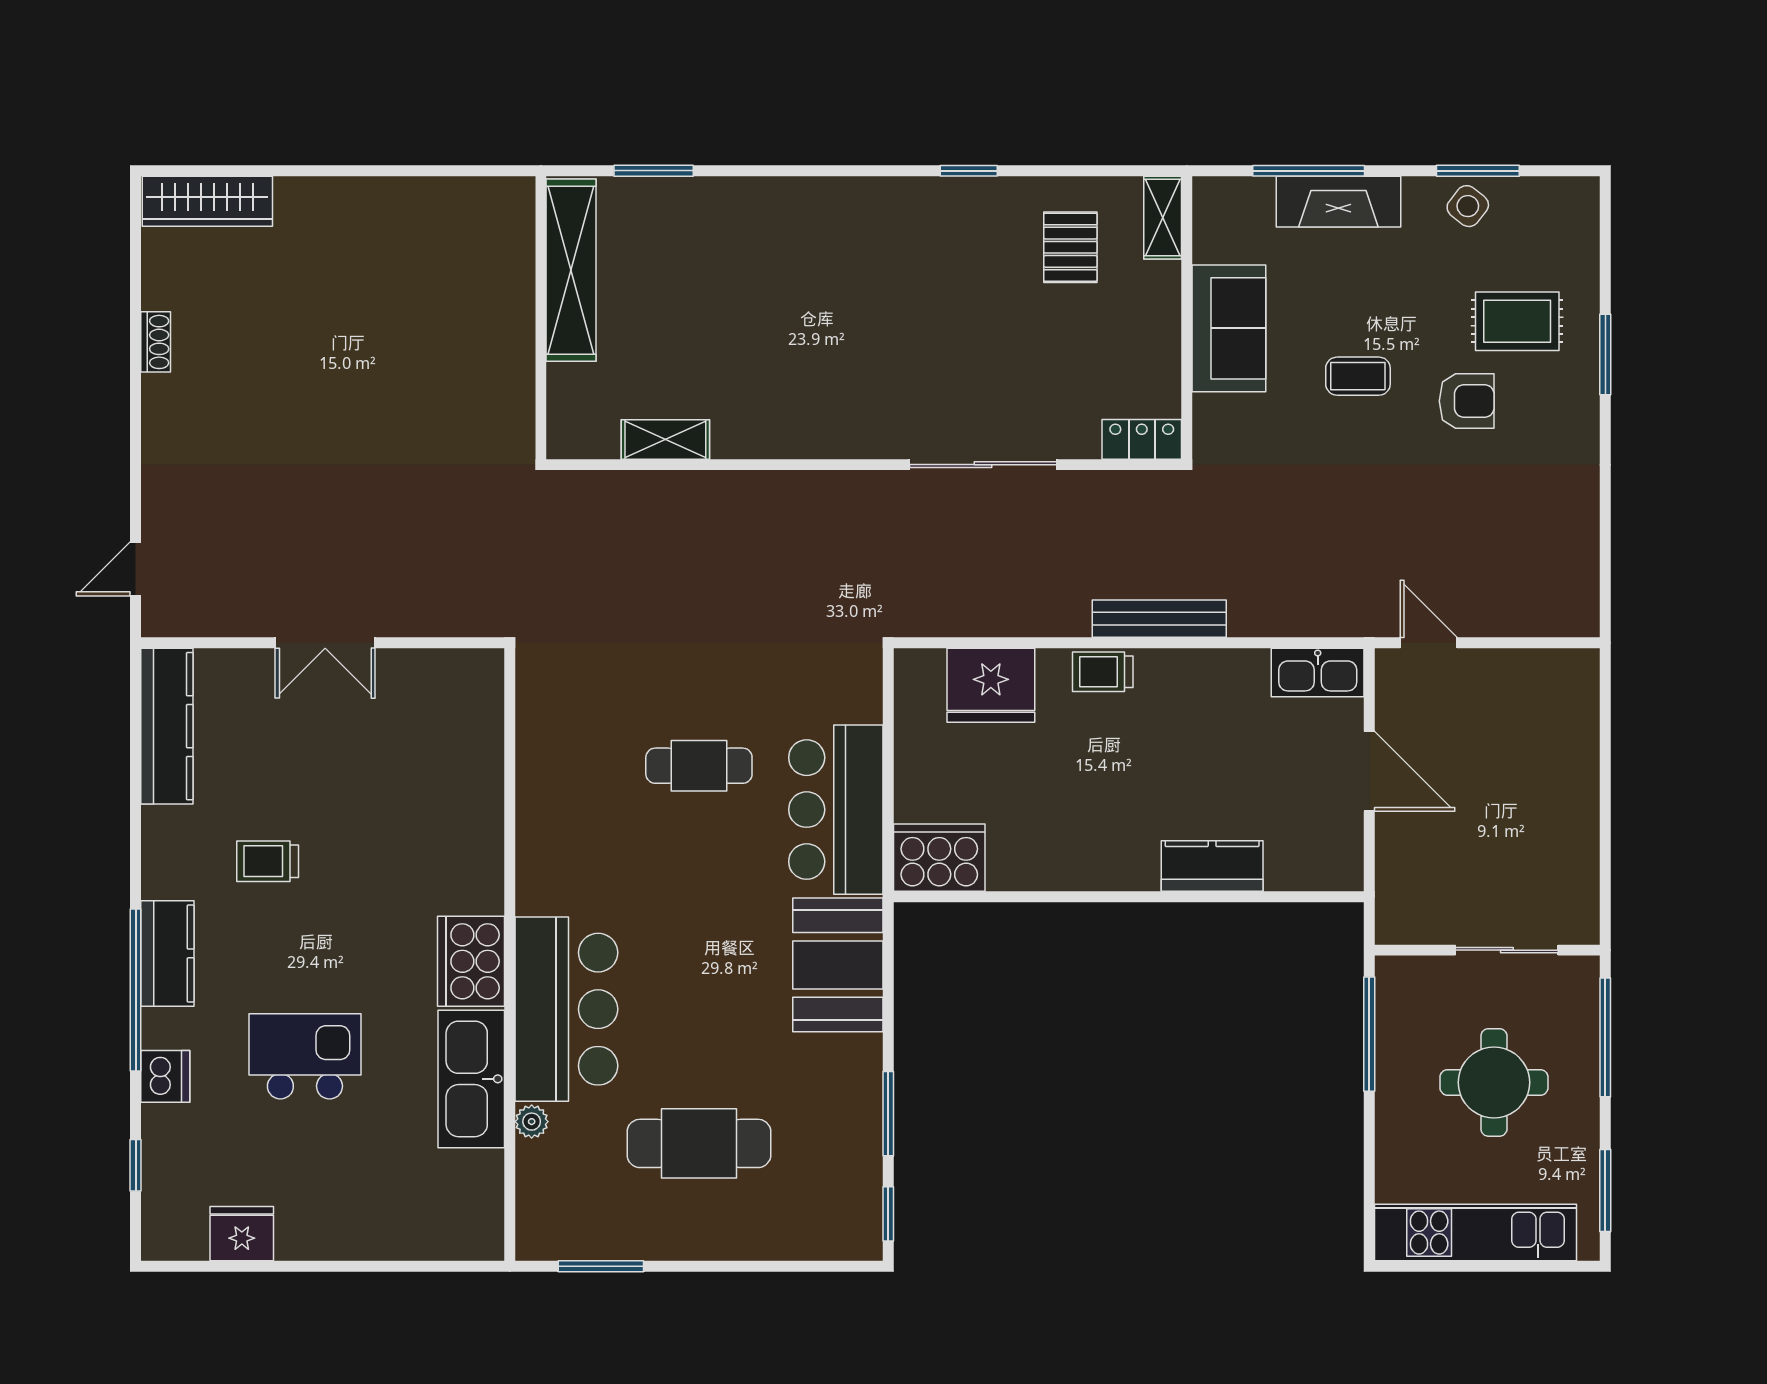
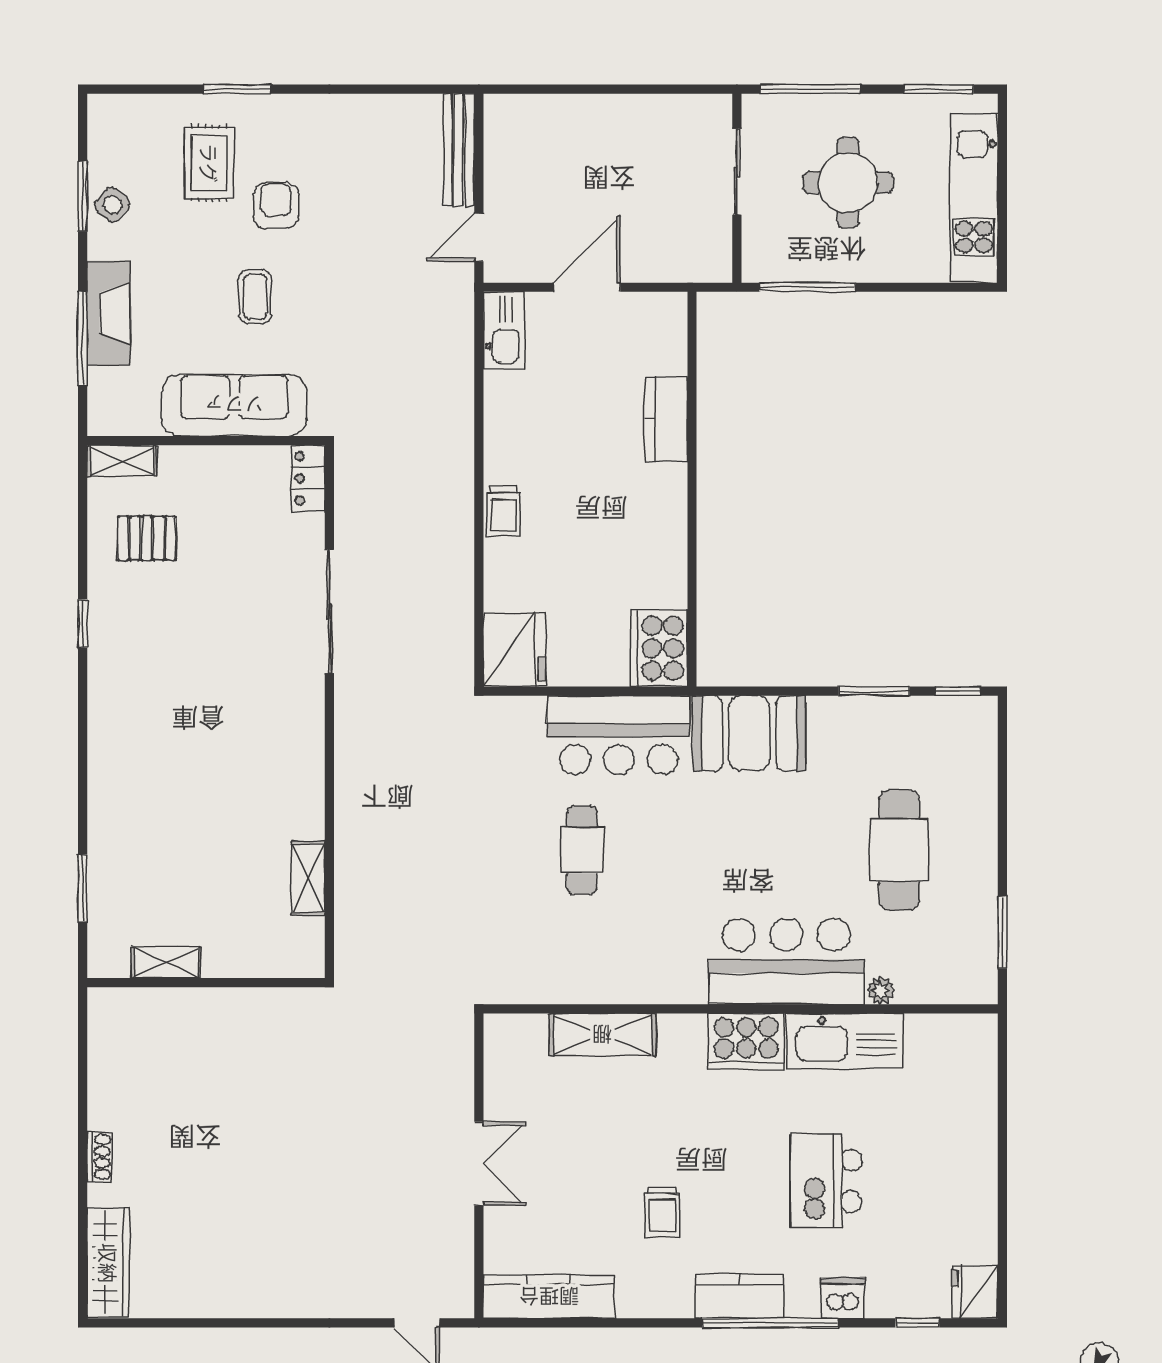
shelving: (571, 270) -> (166, 962), width x0.45, depth x0.75
sofa: (1229, 328) -> (234, 405), width x1.36
shoe rack: (156, 342) -> (99, 1157), moved, turned 90
bench: (1159, 619) -> (459, 150), moved
fridge: (991, 685) -> (515, 650), moved
shelving: (479, 790) -> (602, 1035), added
fridge: (242, 1234) -> (975, 1292), moved

